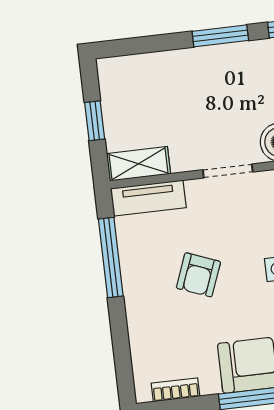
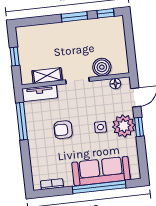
shelving: (138, 164) -> (47, 76), moved
armchair: (198, 275) -> (63, 130), turned 69

